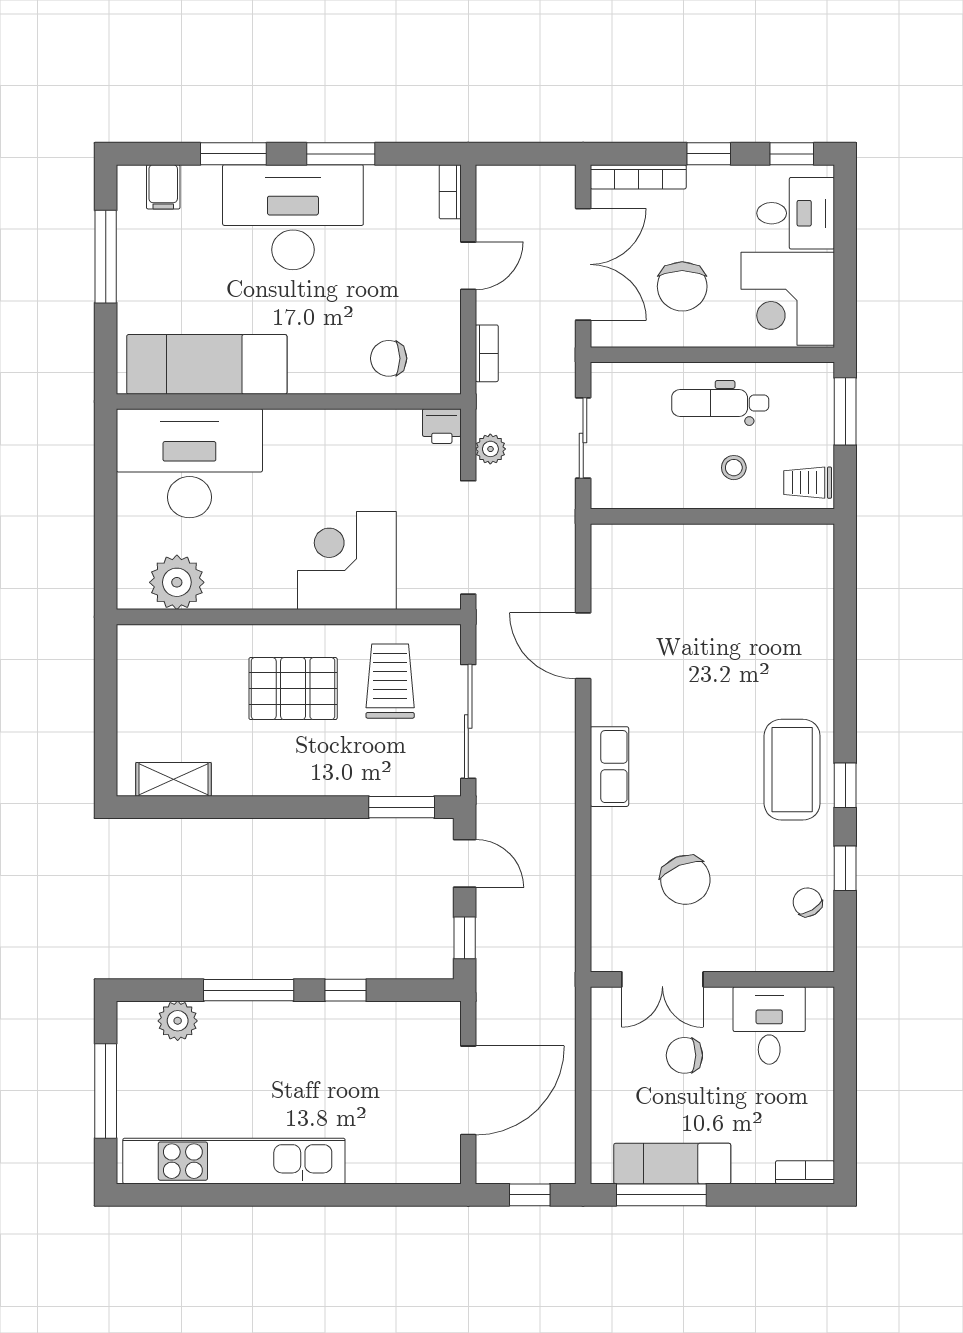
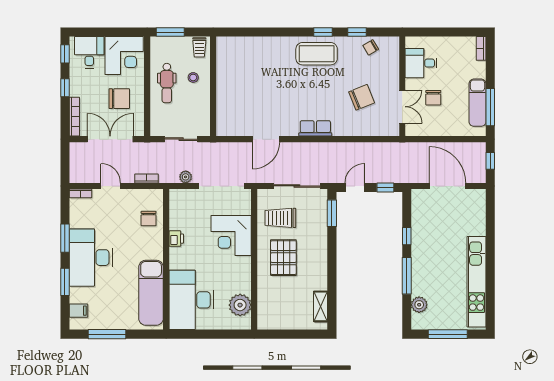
printer: (442, 426) -> (176, 239), moved

